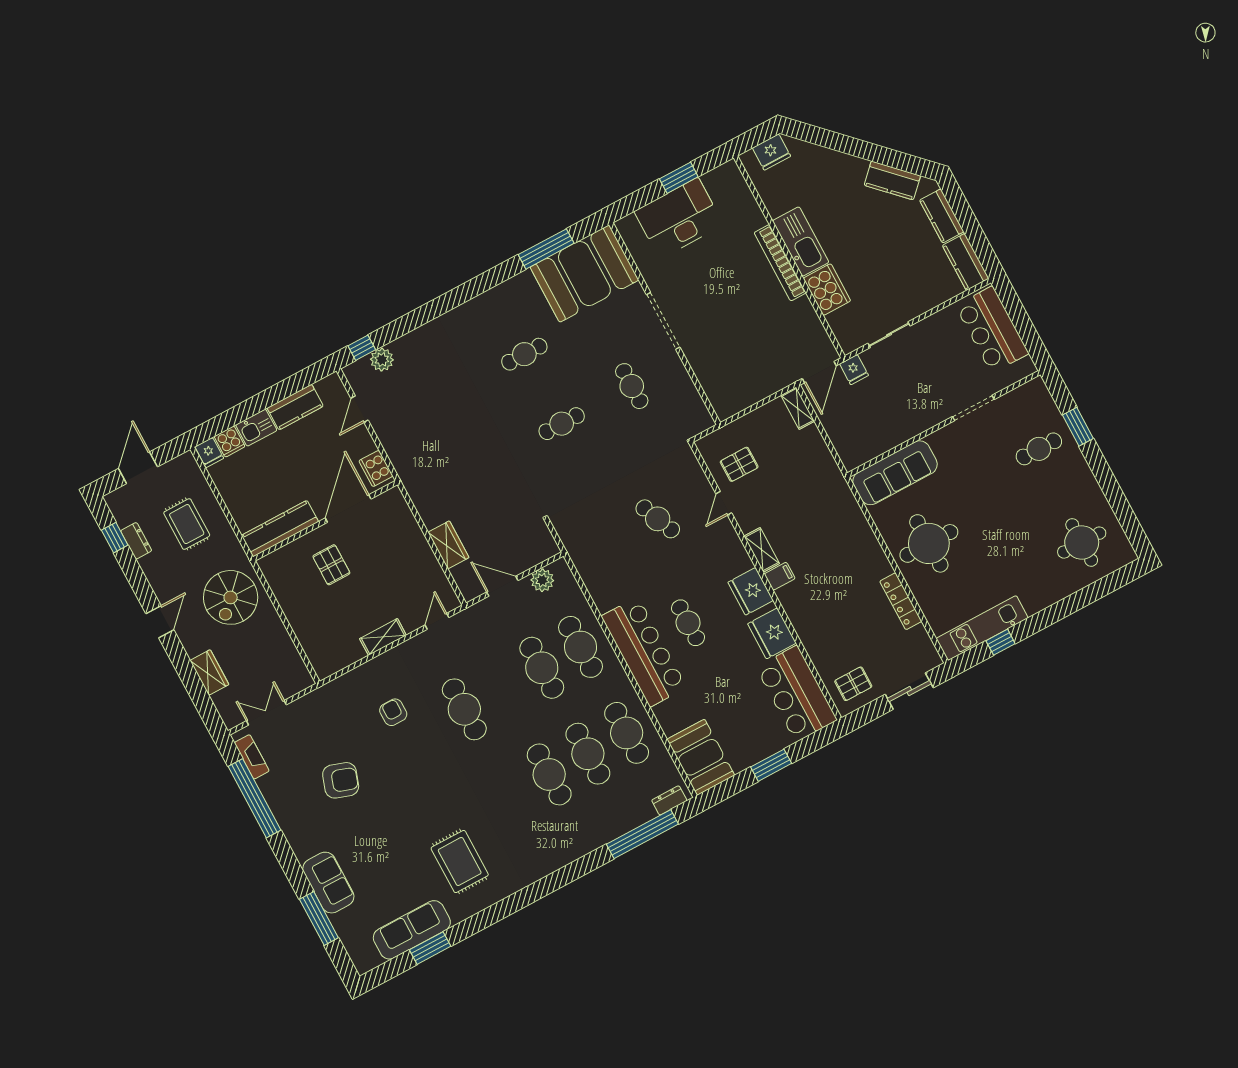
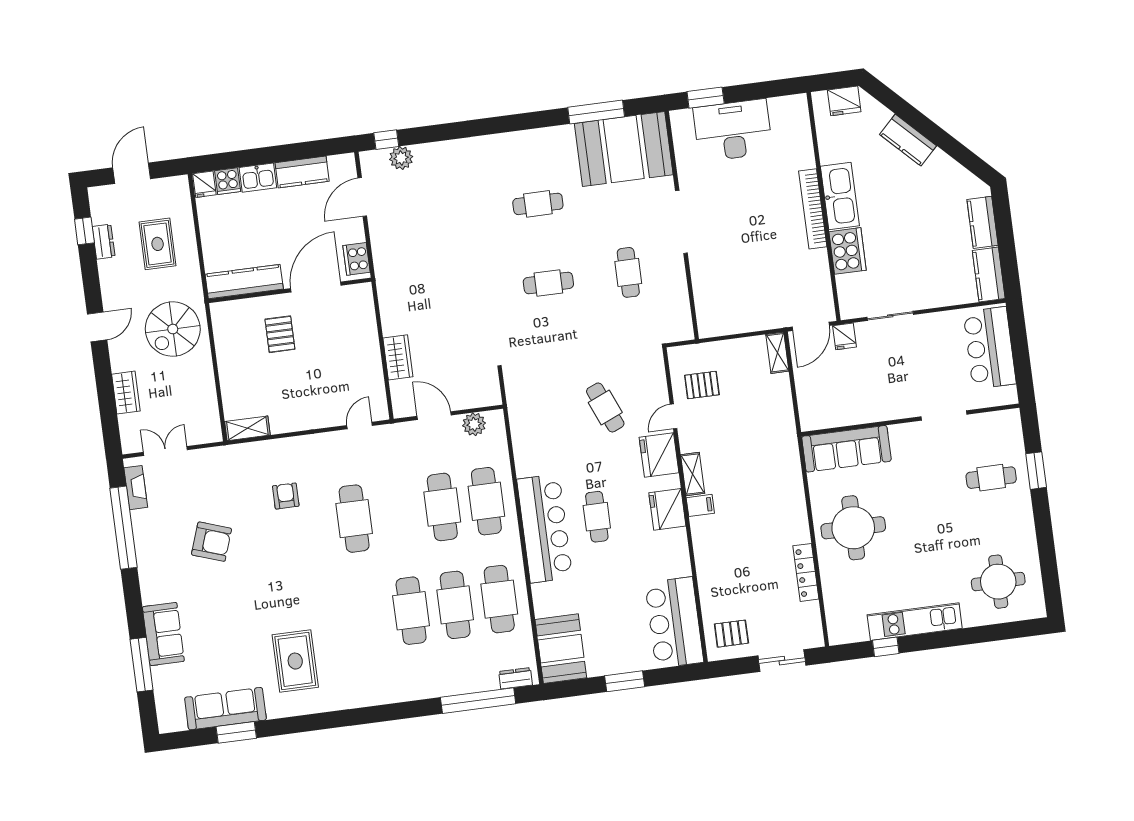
window: (679, 178) -> (706, 98), moved
kitchen counter: (892, 180) -> (908, 140), moved
door: (360, 409) -> (362, 197), width x1.38
kitchen unit: (982, 628) -> (915, 622), moved
fridge: (772, 633) -> (659, 455), moved
shelving: (383, 637) -> (247, 428), moved

